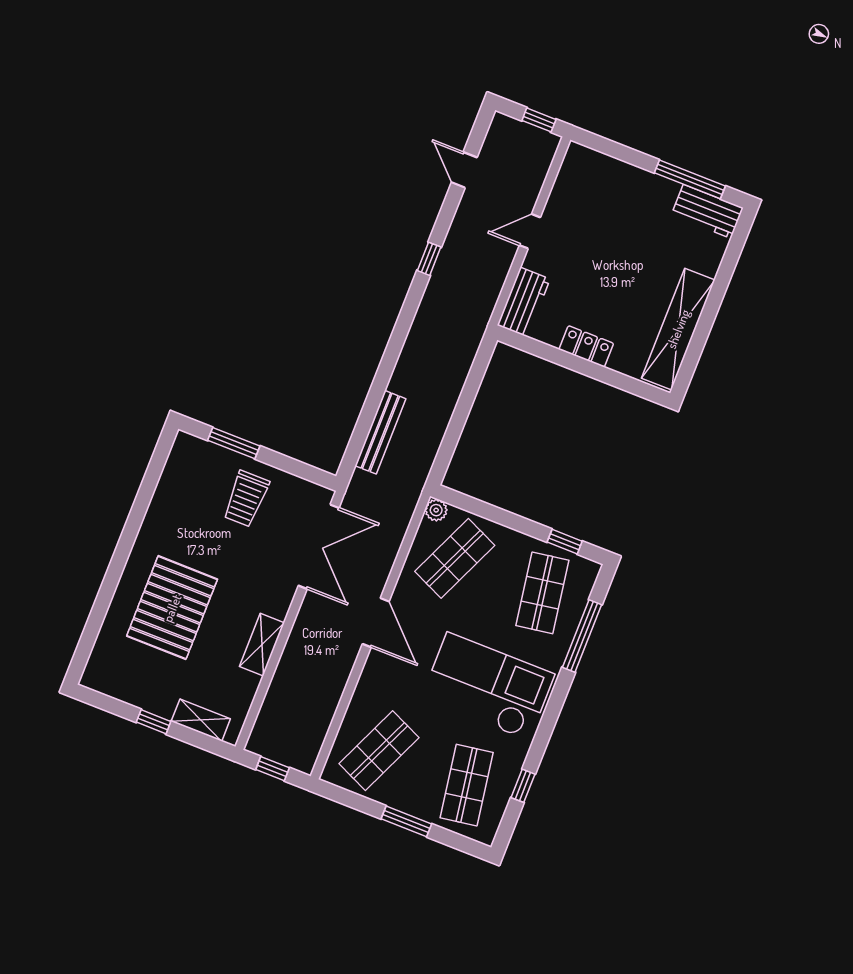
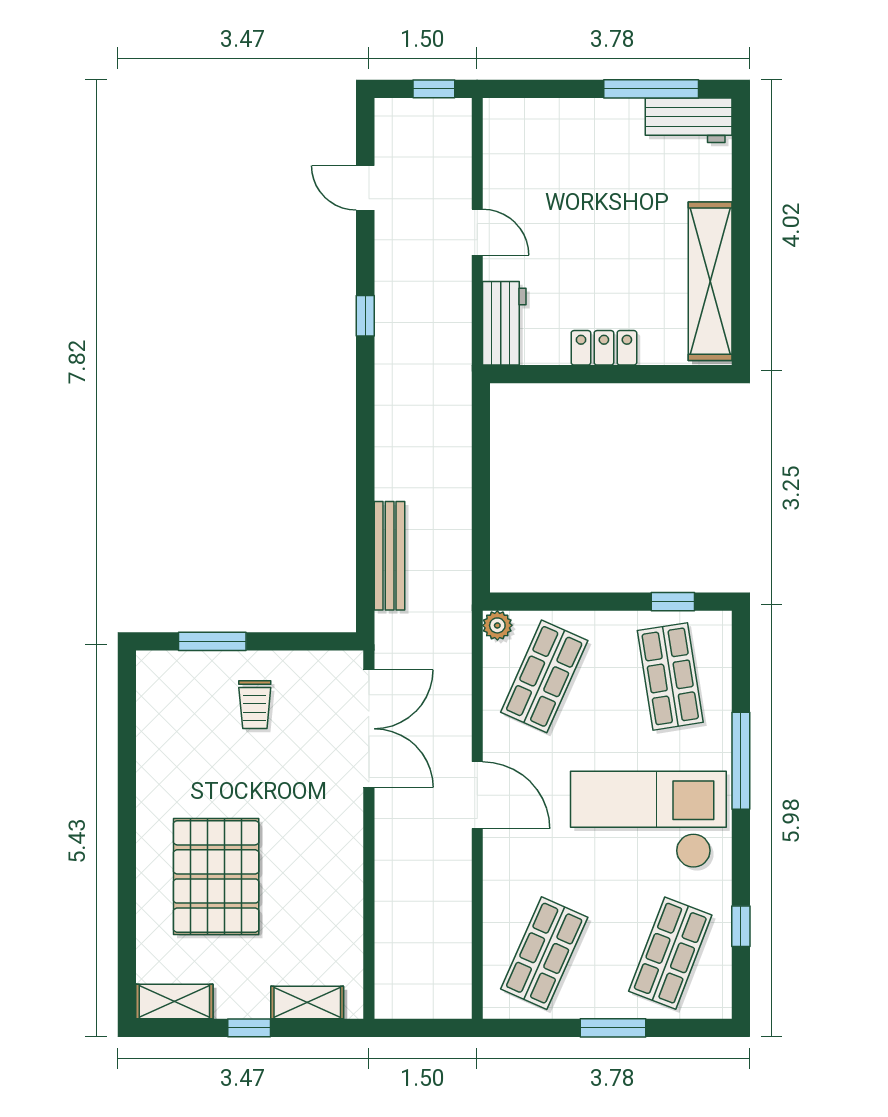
door: (530, 231) -> (477, 232), swing flipped
trolley: (246, 499) -> (255, 705), width x0.73, depth x0.72
window: (582, 636) -> (741, 761), moved
shelving: (262, 645) -> (174, 1001), moved, turned 90
window: (273, 769) -> (420, 1028), removed
shop shelf: (467, 785) -> (670, 953), turned 30

